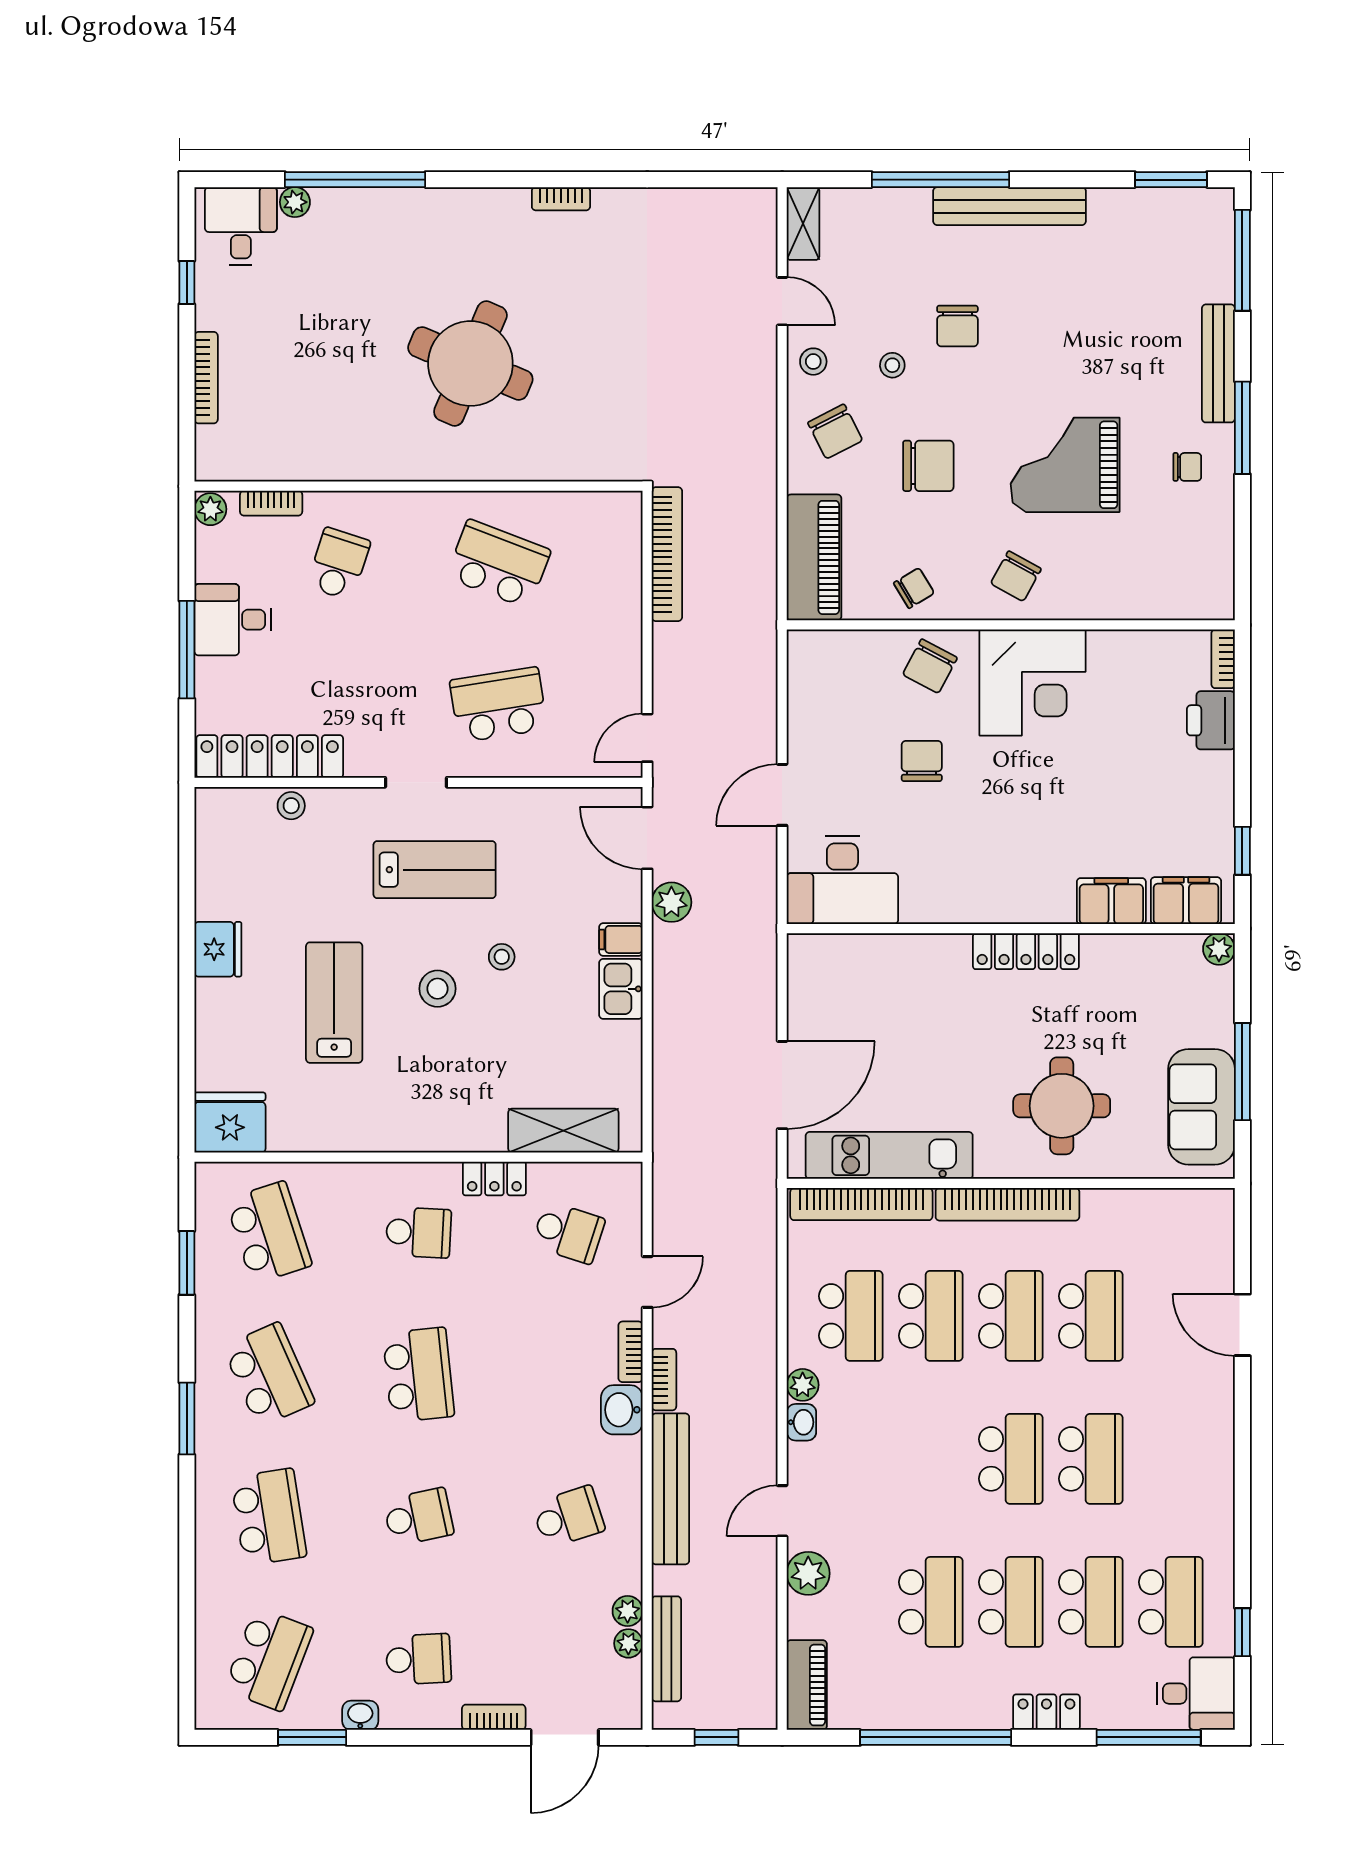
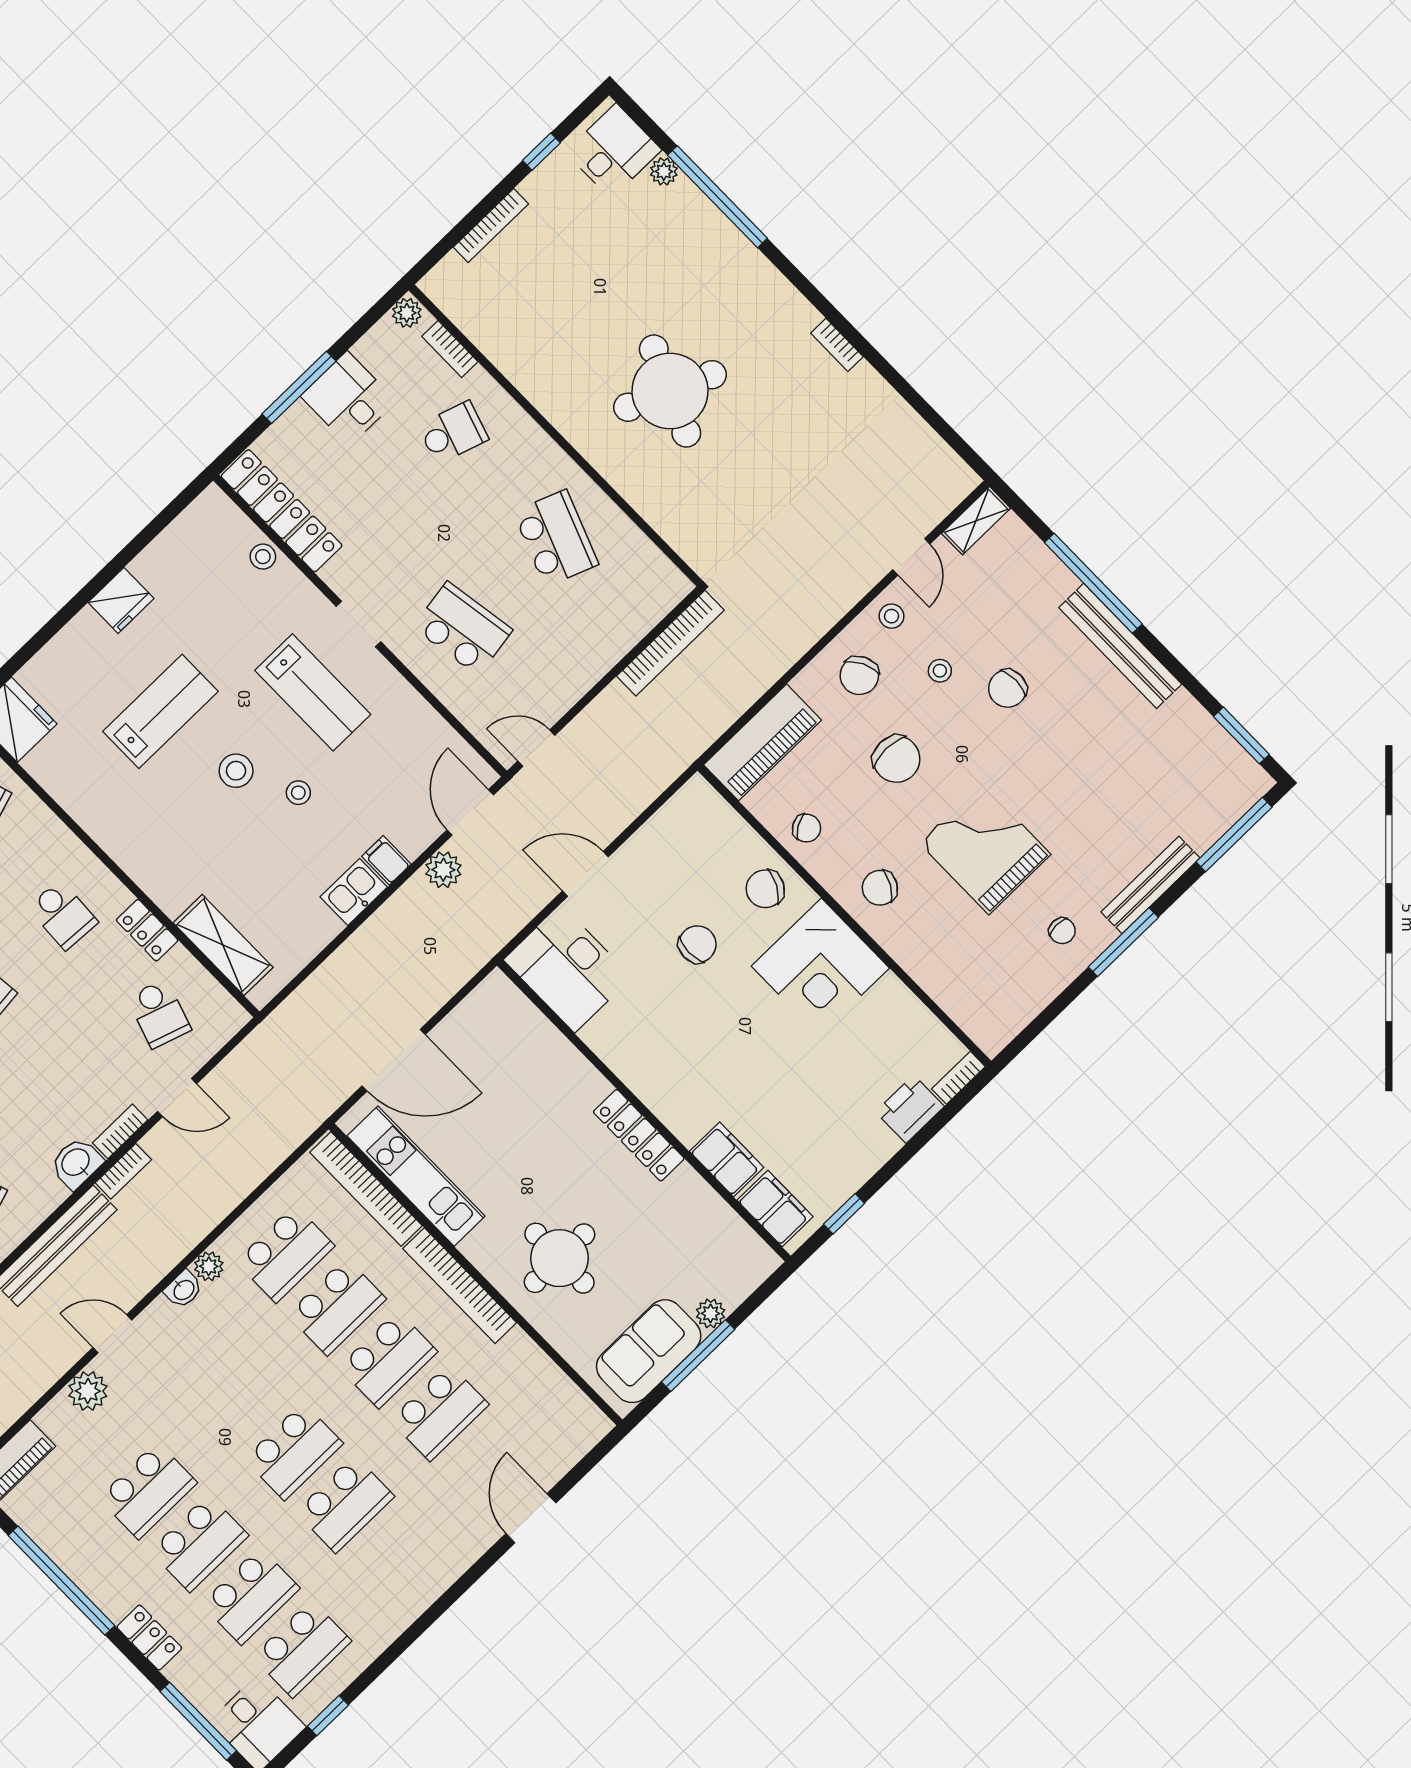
plant: (1219, 949) -> (711, 1313), moved

